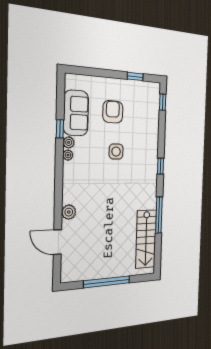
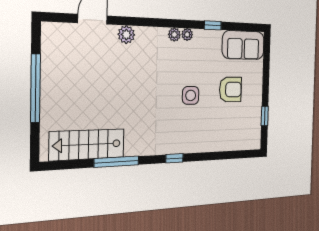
window: (163, 102) -> (242, 154), removed
sofa: (76, 113) -> (243, 45), moved
plant: (69, 142) -> (174, 35), moved

